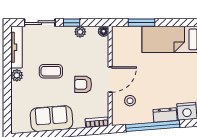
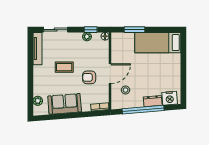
window: (72, 23) -> (91, 30), moved
plant: (17, 75) -> (38, 101), moved

